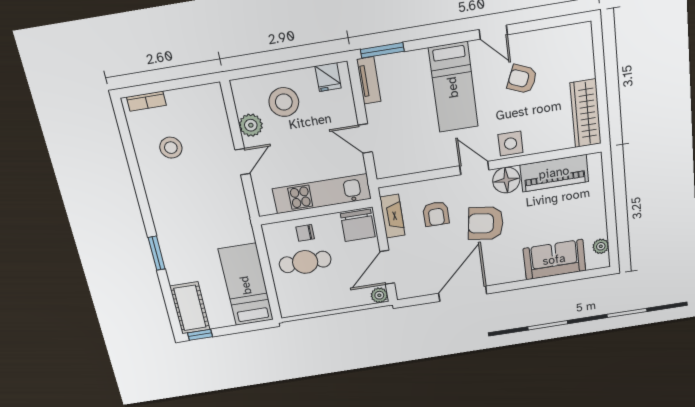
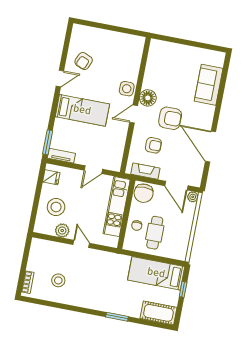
armchair: (522, 79) -> (84, 61), moved
wardrobe: (586, 113) -> (125, 41), removed
piano: (554, 173) -> (154, 69), removed
armchair: (486, 223) -> (170, 118), turned -98
chair: (358, 225) -> (144, 193), turned 90
plant: (601, 246) -> (210, 55), removed
window: (200, 335) -> (183, 289), moved

